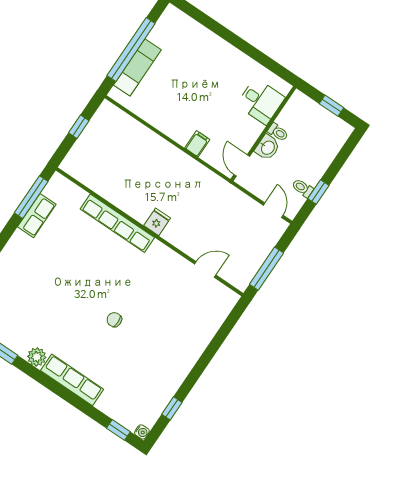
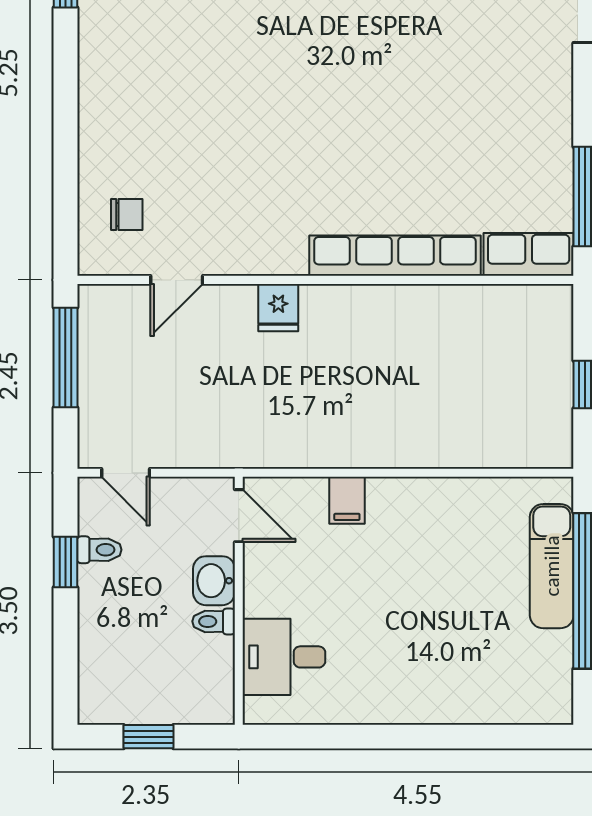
row of seats: (37, 216) -> (529, 254), moved, turned 90
fridge: (157, 222) -> (278, 308), moved
chair: (114, 320) -> (127, 214), moved

